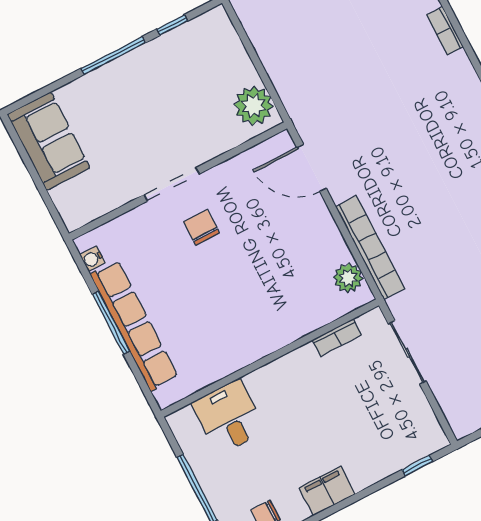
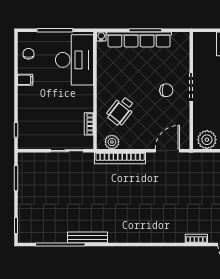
water cooler: (93, 259) -> (101, 36), moved
wheelchair: (283, 291) -> (121, 111), added
desk: (229, 417) -> (74, 60), width x1.87, depth x1.30
filing cabinet: (327, 491) -> (25, 80), width x0.50

